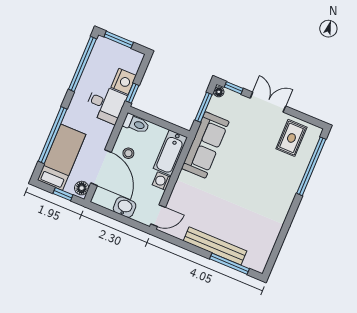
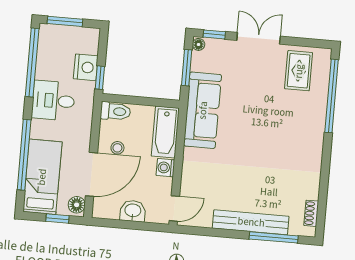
desk: (106, 104) -> (53, 101), moved, turned 180
door: (101, 168) -> (91, 174), hinge flipped
shoe rack: (265, 254) -> (311, 213), added

